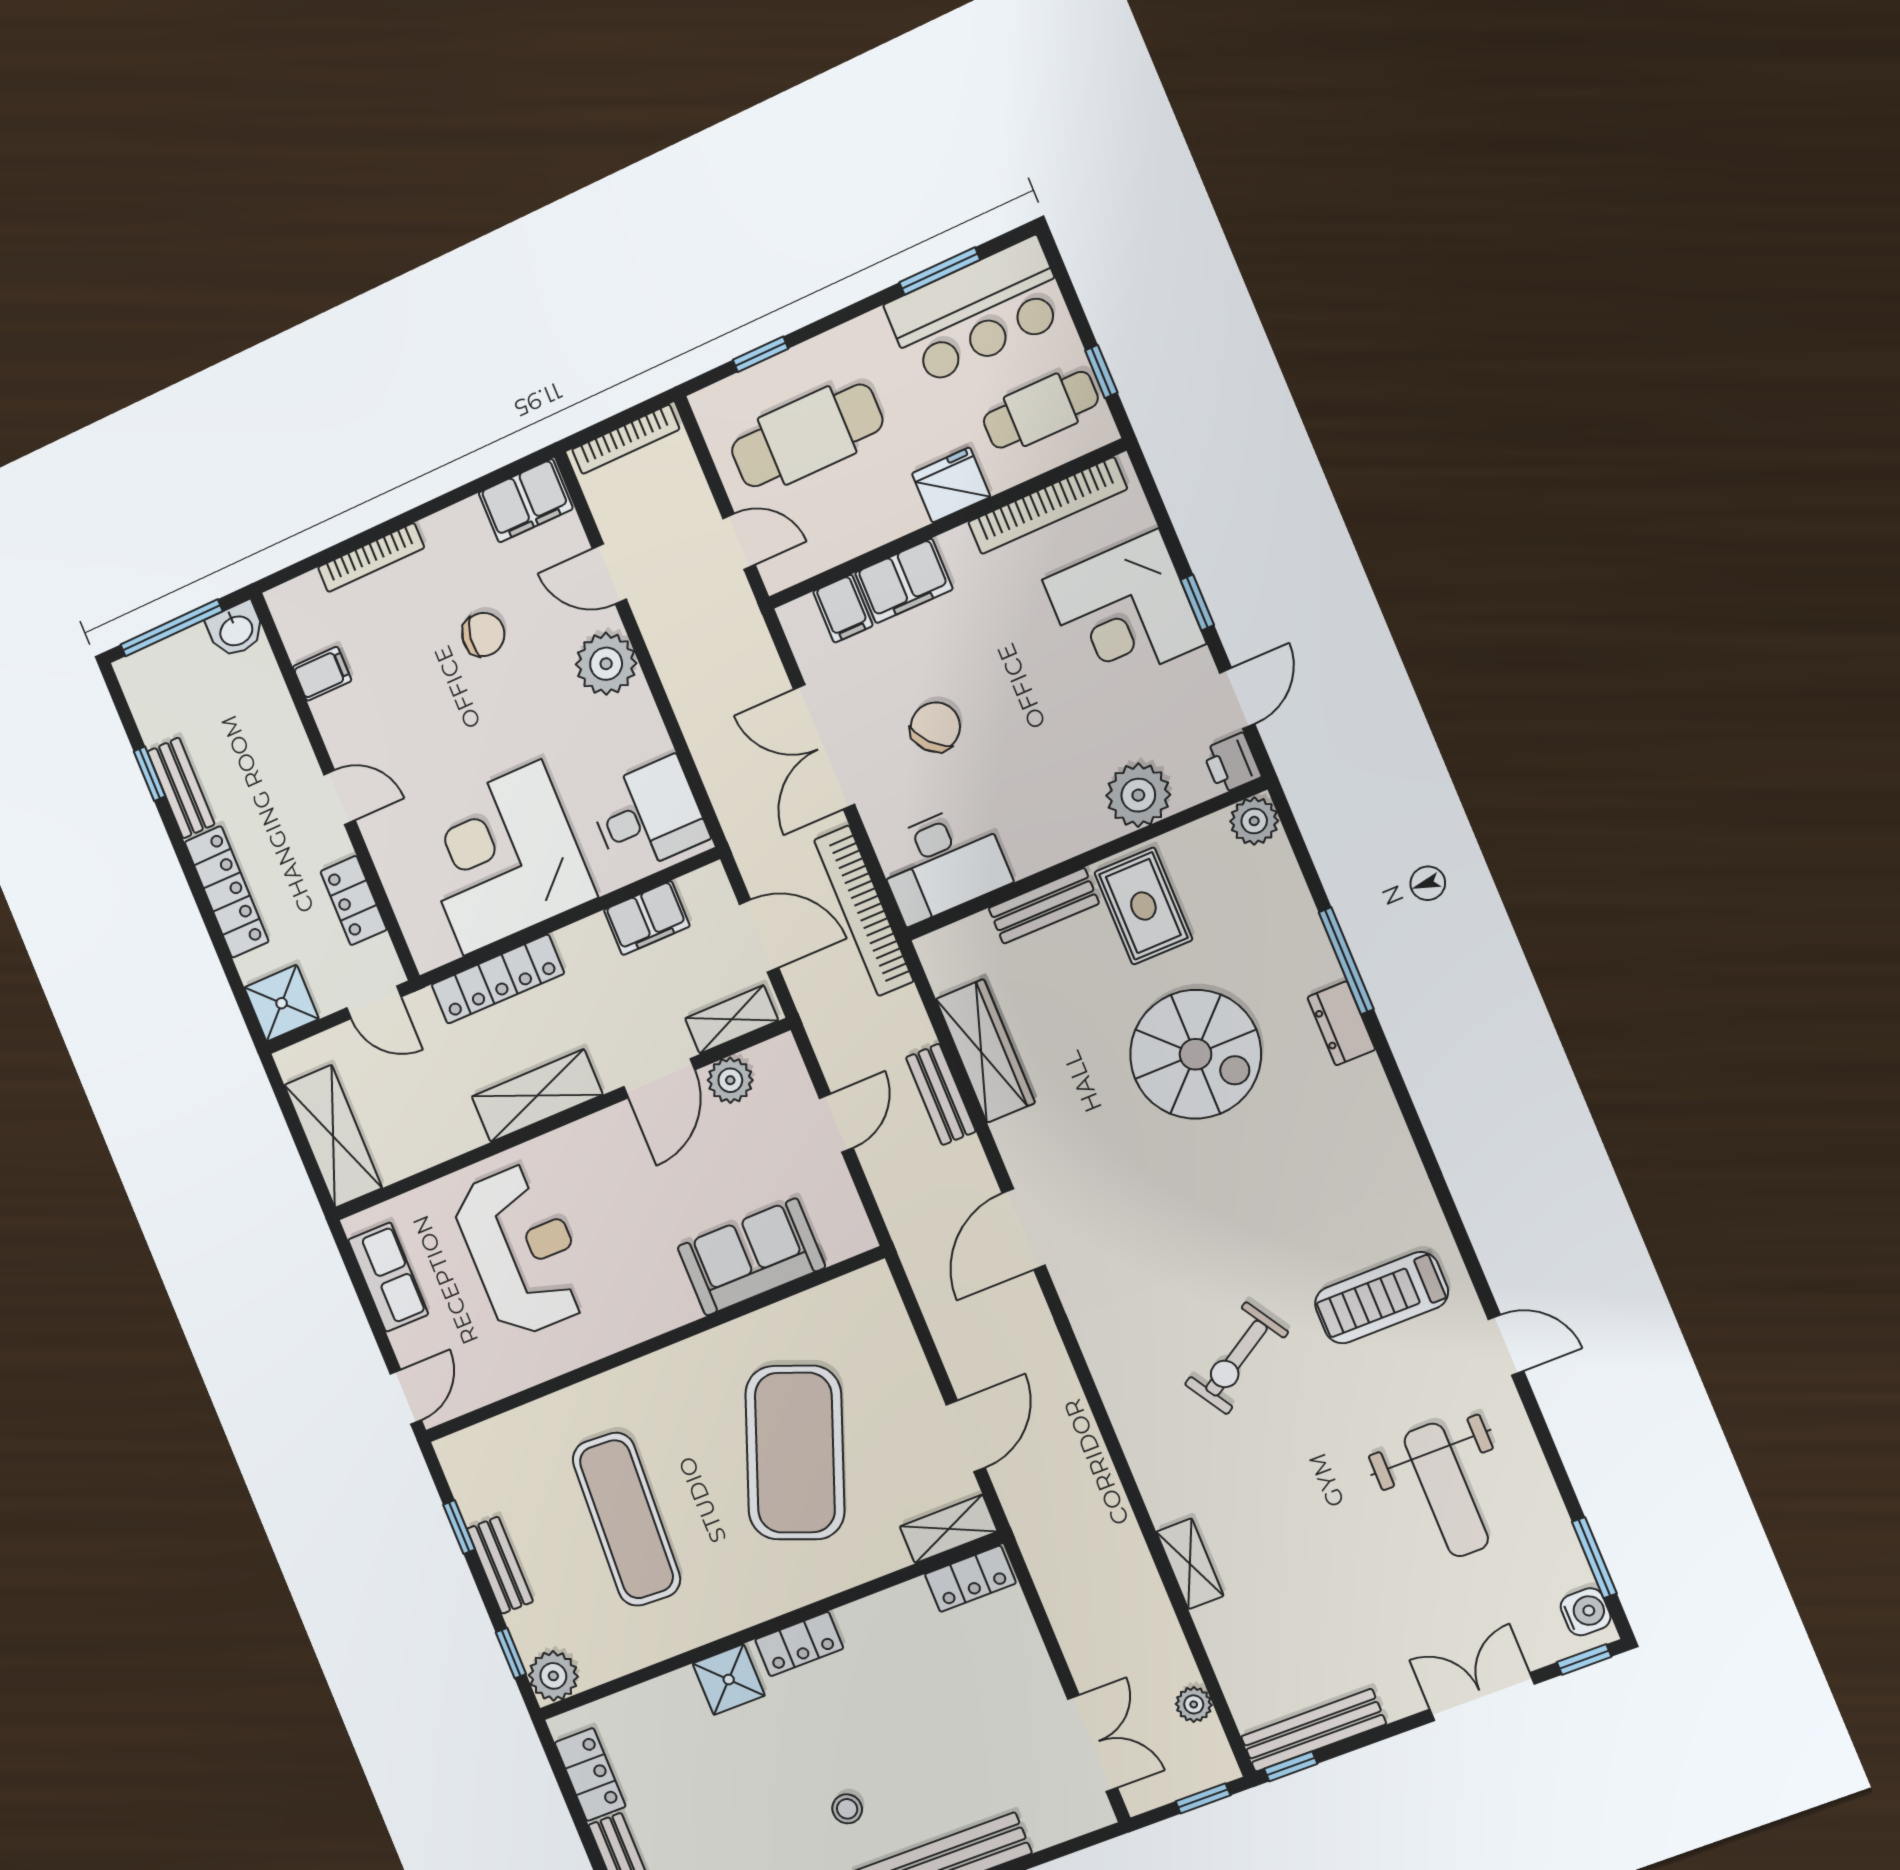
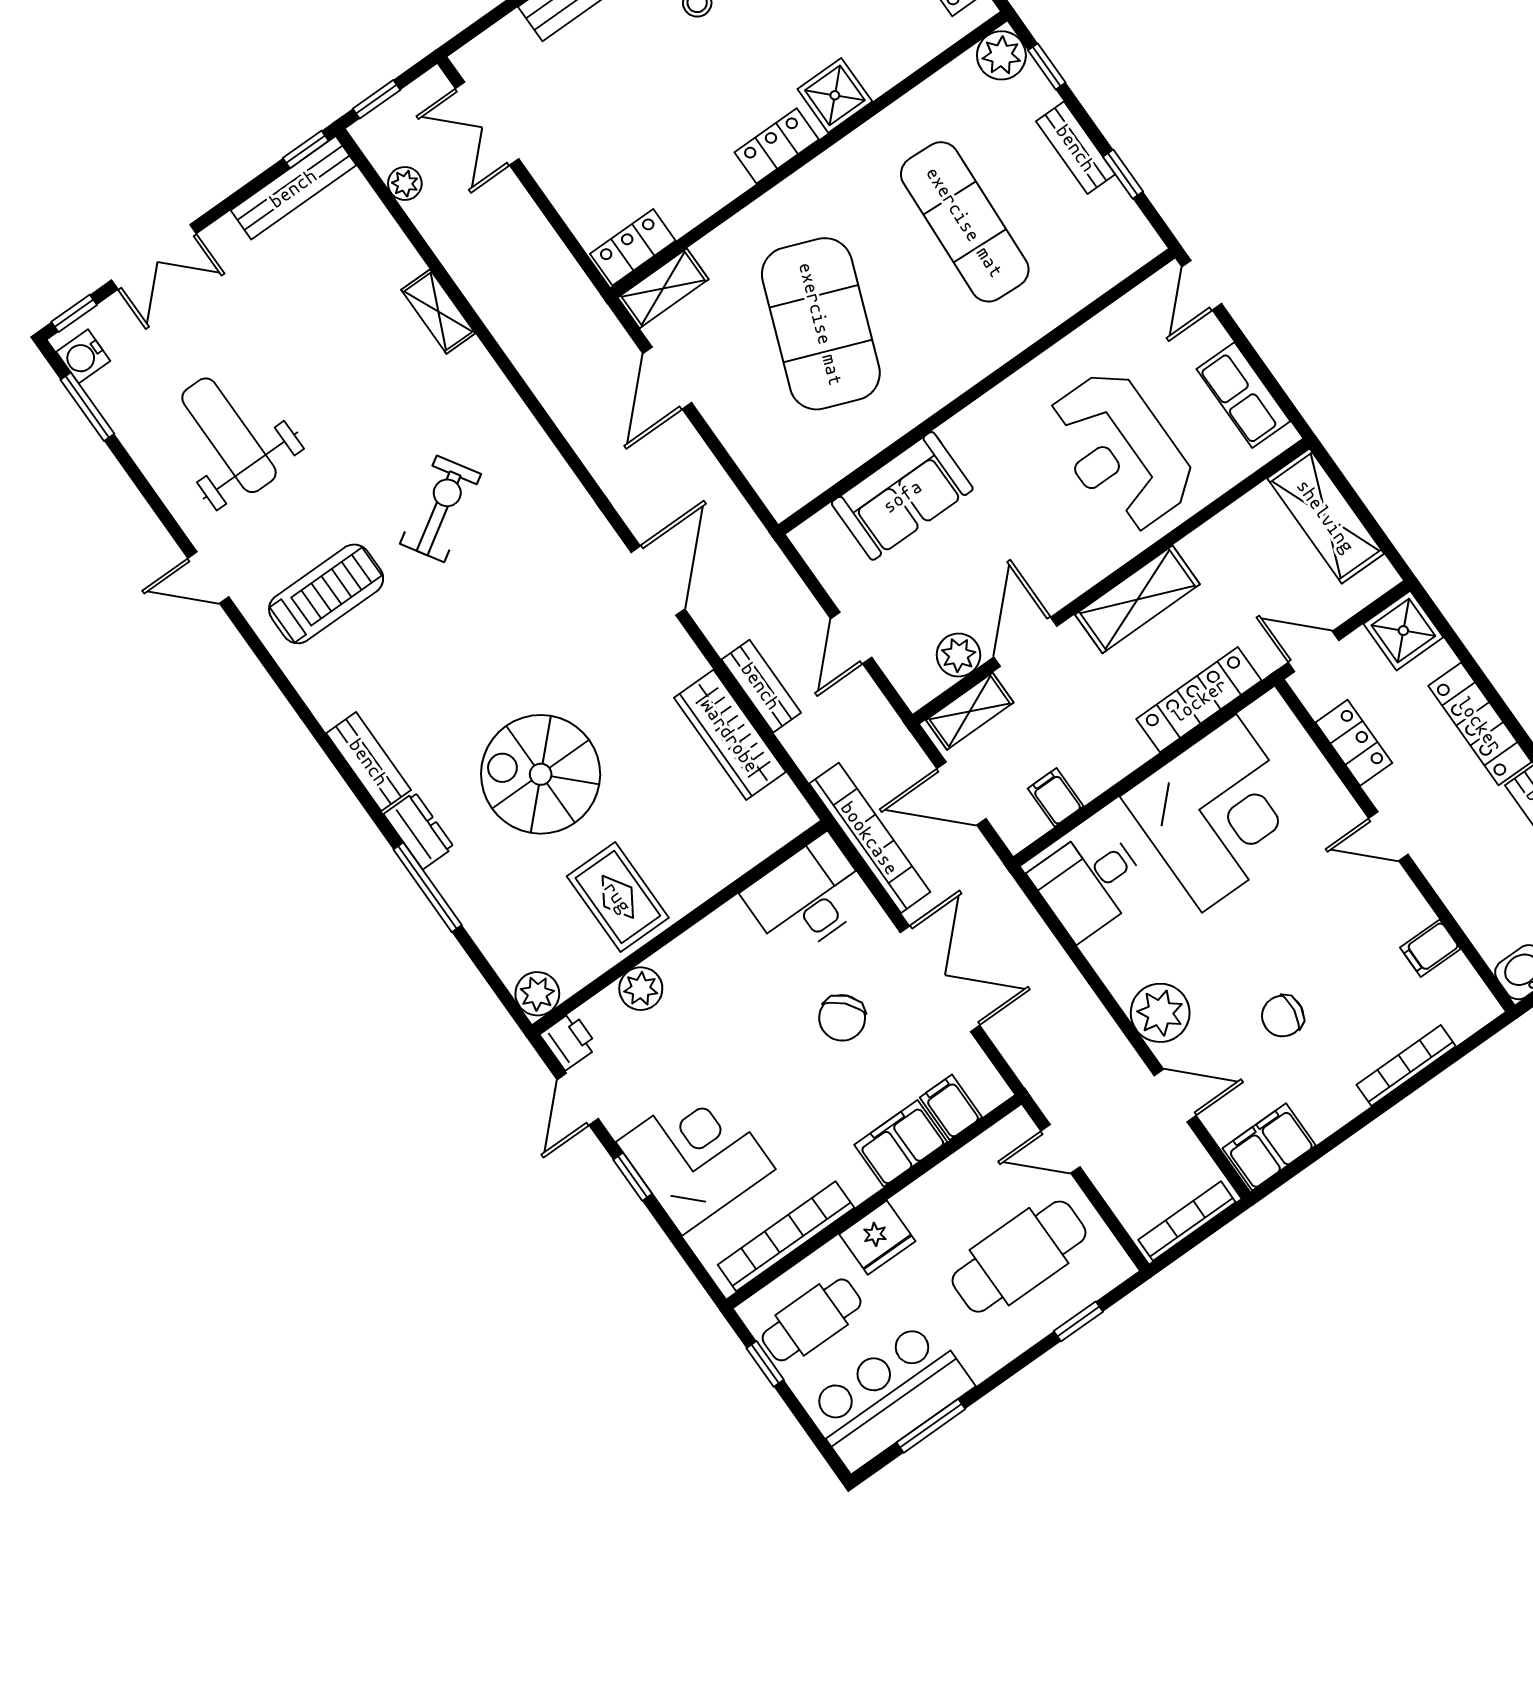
plant: (1138, 795) -> (641, 989), width x0.73, depth x0.73
bench: (1044, 906) -> (369, 762), moved, turned 90
filing cabinet: (647, 918) -> (1056, 797), width x0.50

